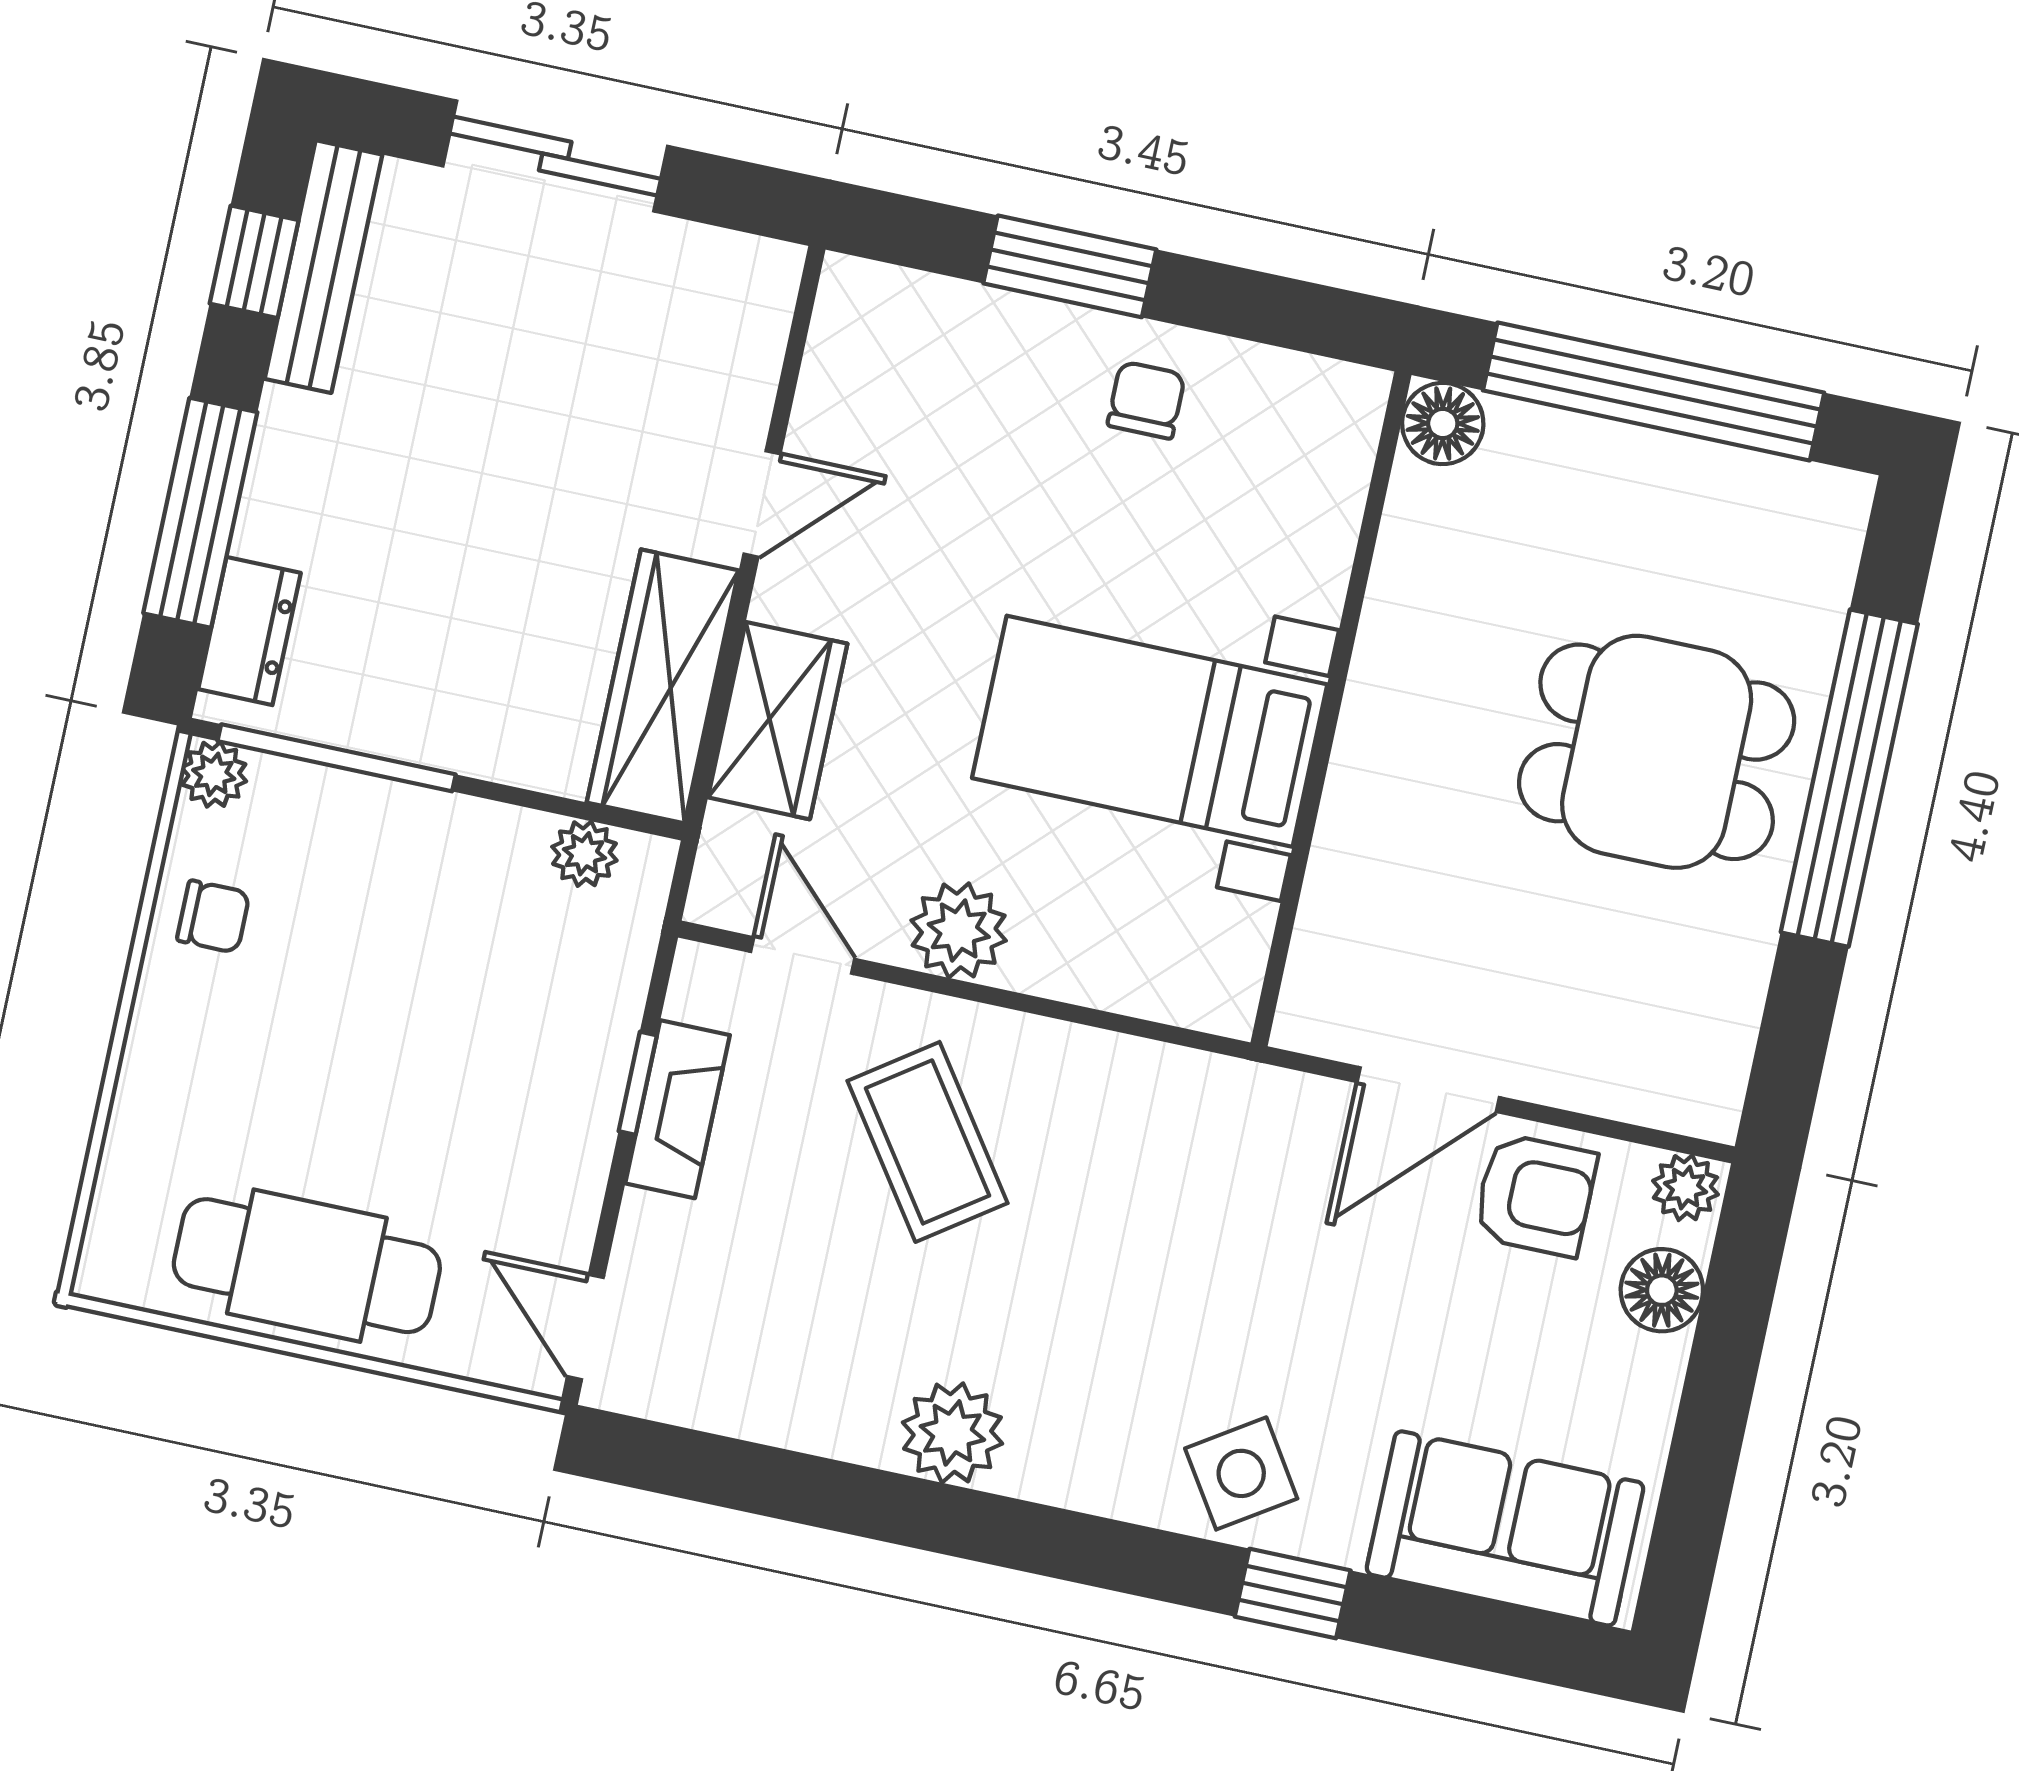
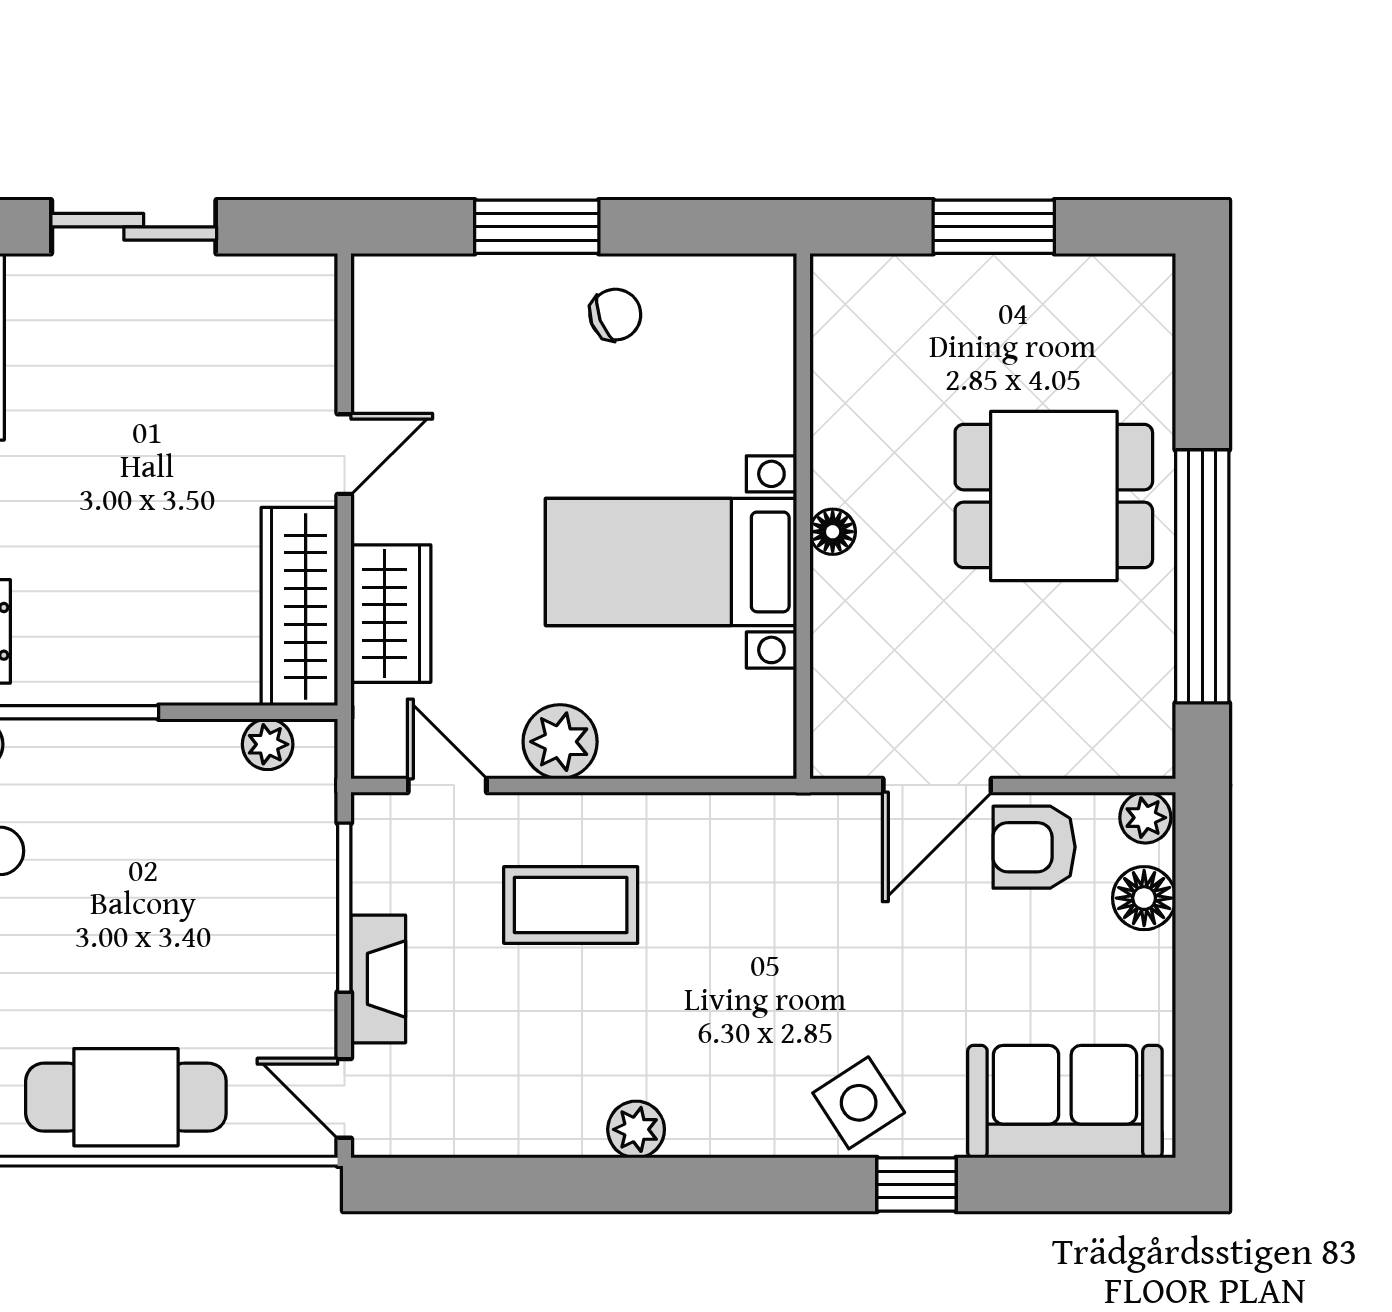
window: (1654, 392) -> (994, 227), width x0.47
chair: (1146, 400) -> (615, 315), turned 69
floor lamp: (1443, 423) -> (833, 532), moved, width x0.73, depth x0.73
window: (1849, 778) -> (1202, 576), moved
window: (638, 1083) -> (344, 908), width x2.17
fireplace: (678, 1109) -> (378, 979), moved
coffee table: (928, 1142) -> (571, 905), turned -55
armchair: (1535, 1195) -> (1034, 847), turned 180
plant: (952, 1433) -> (636, 1129), width x0.73, depth x0.73

